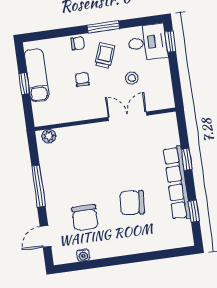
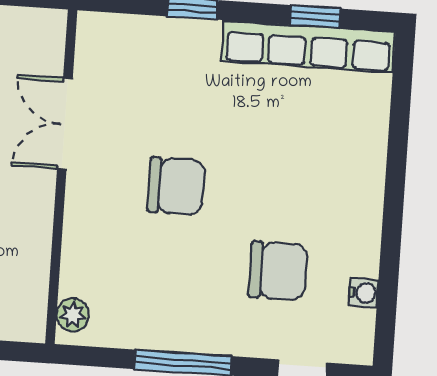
row of seats: (177, 183) -> (308, 46), moved
chair: (132, 203) -> (176, 186), moved, turned -95

